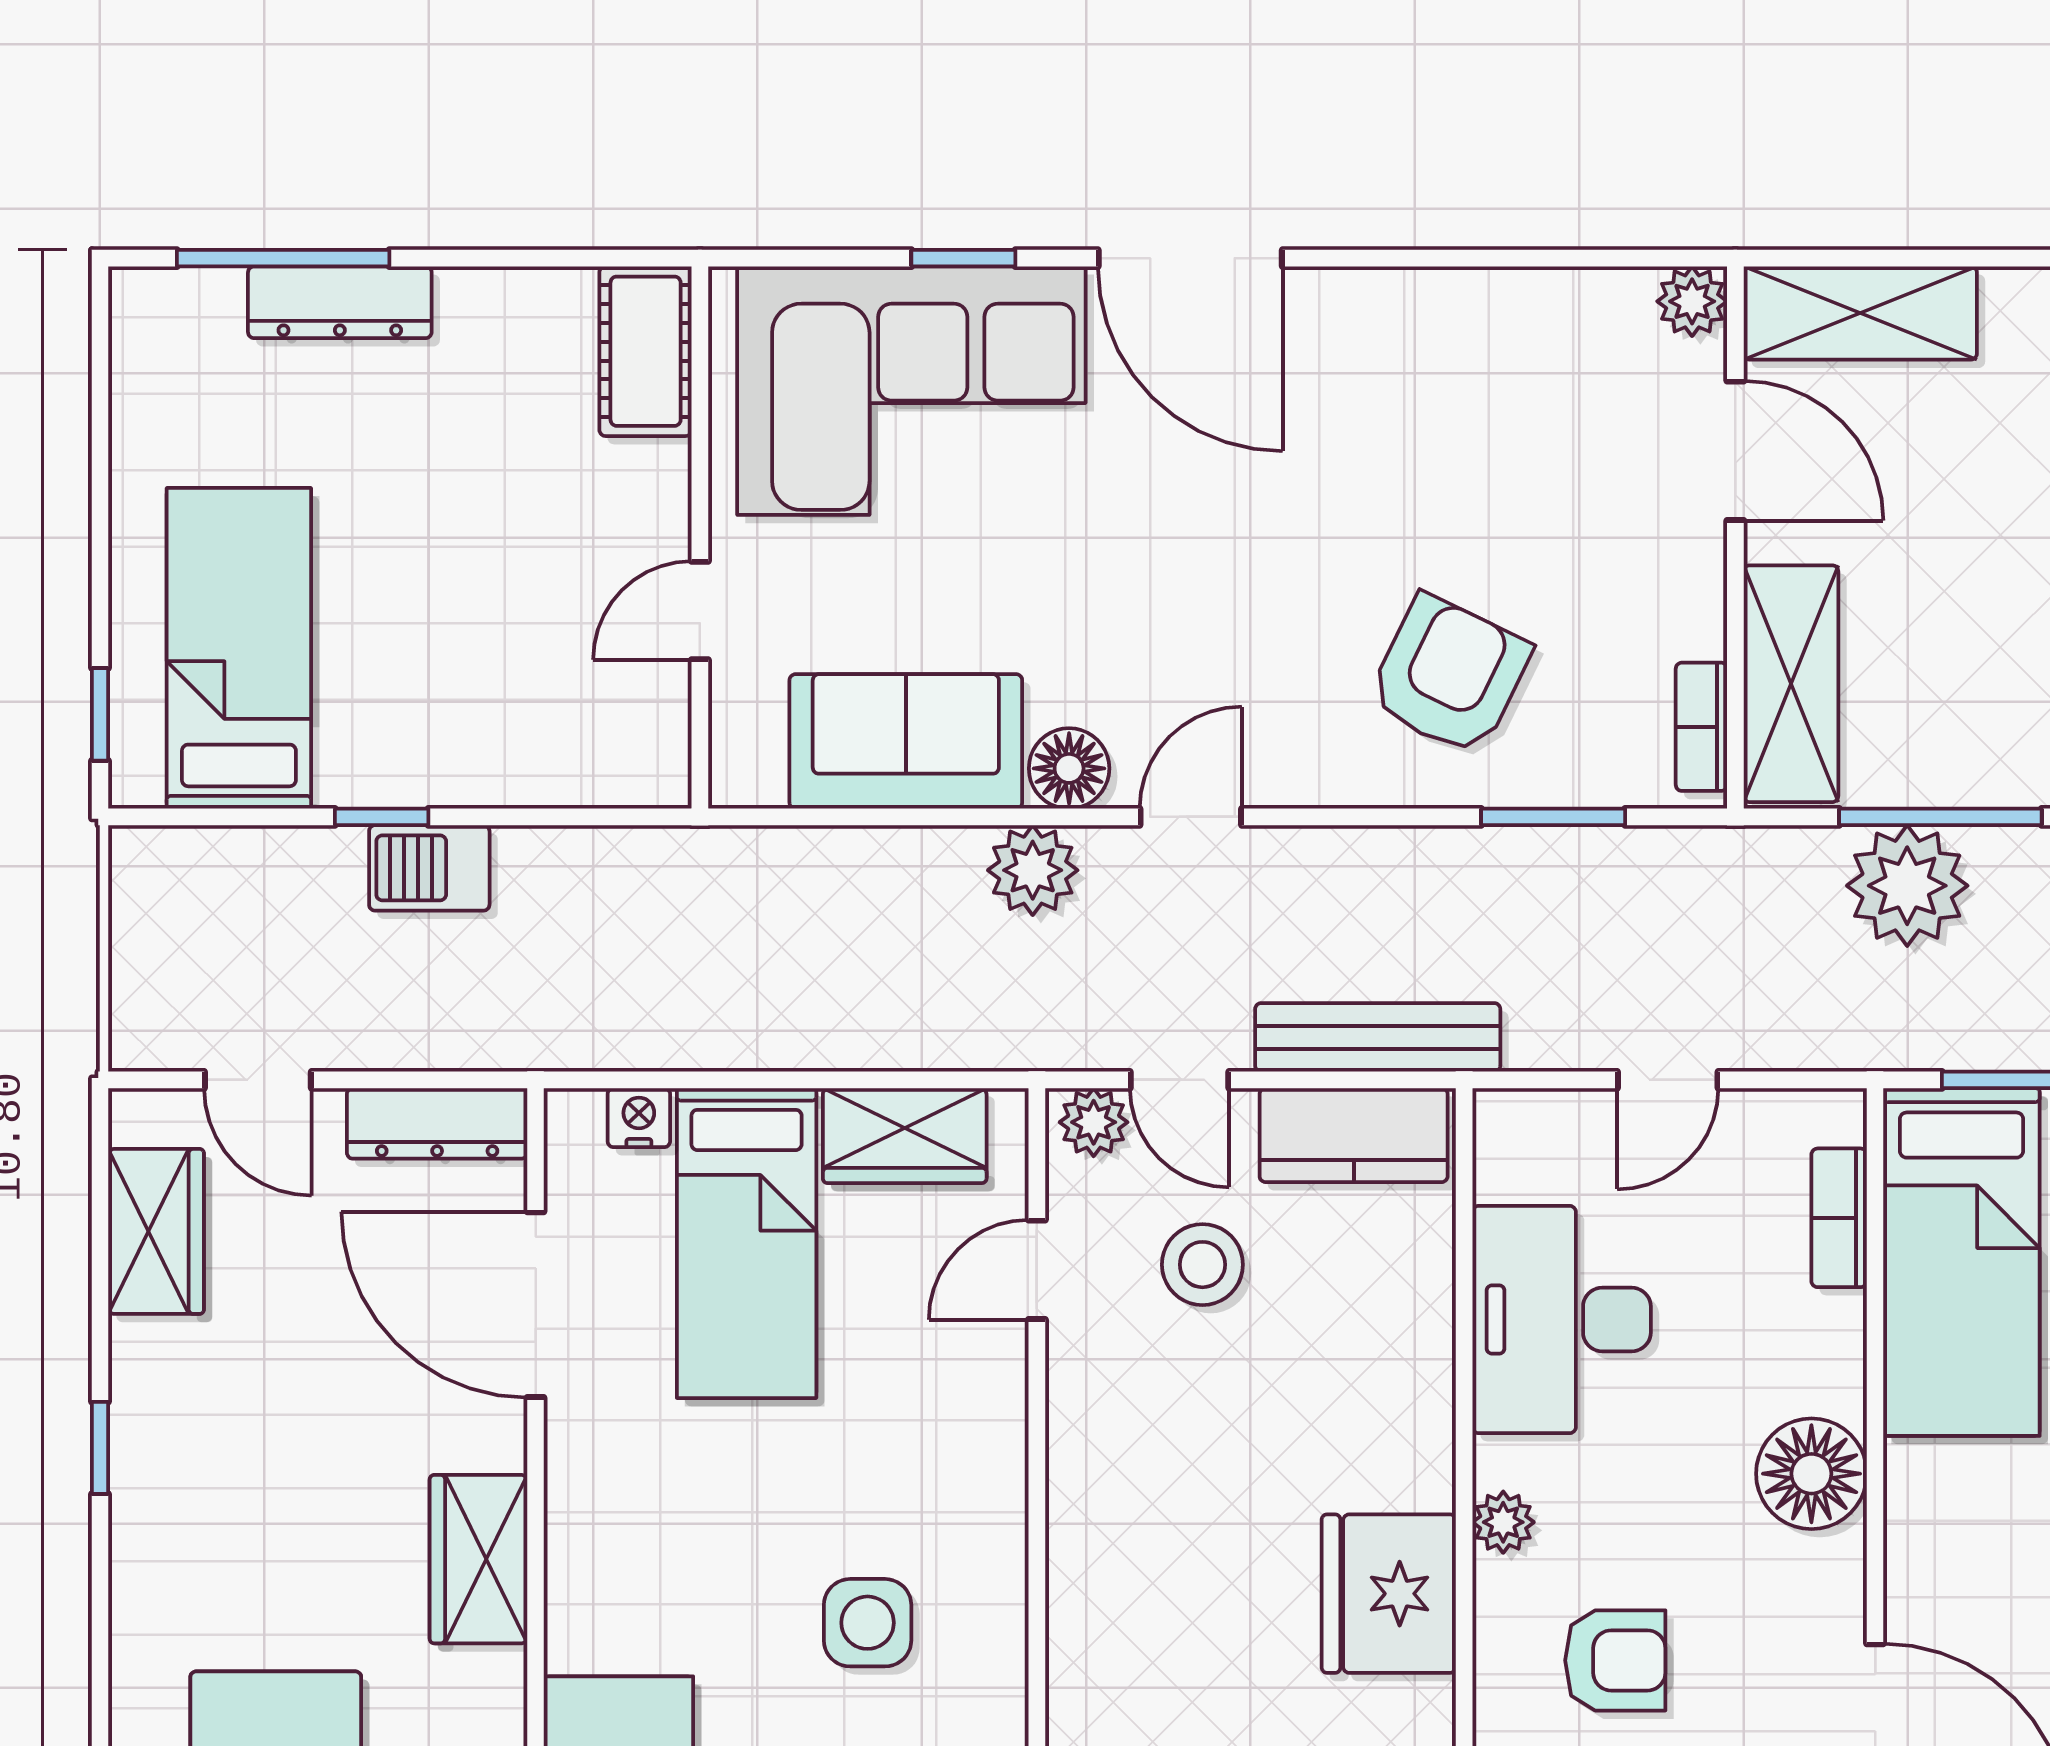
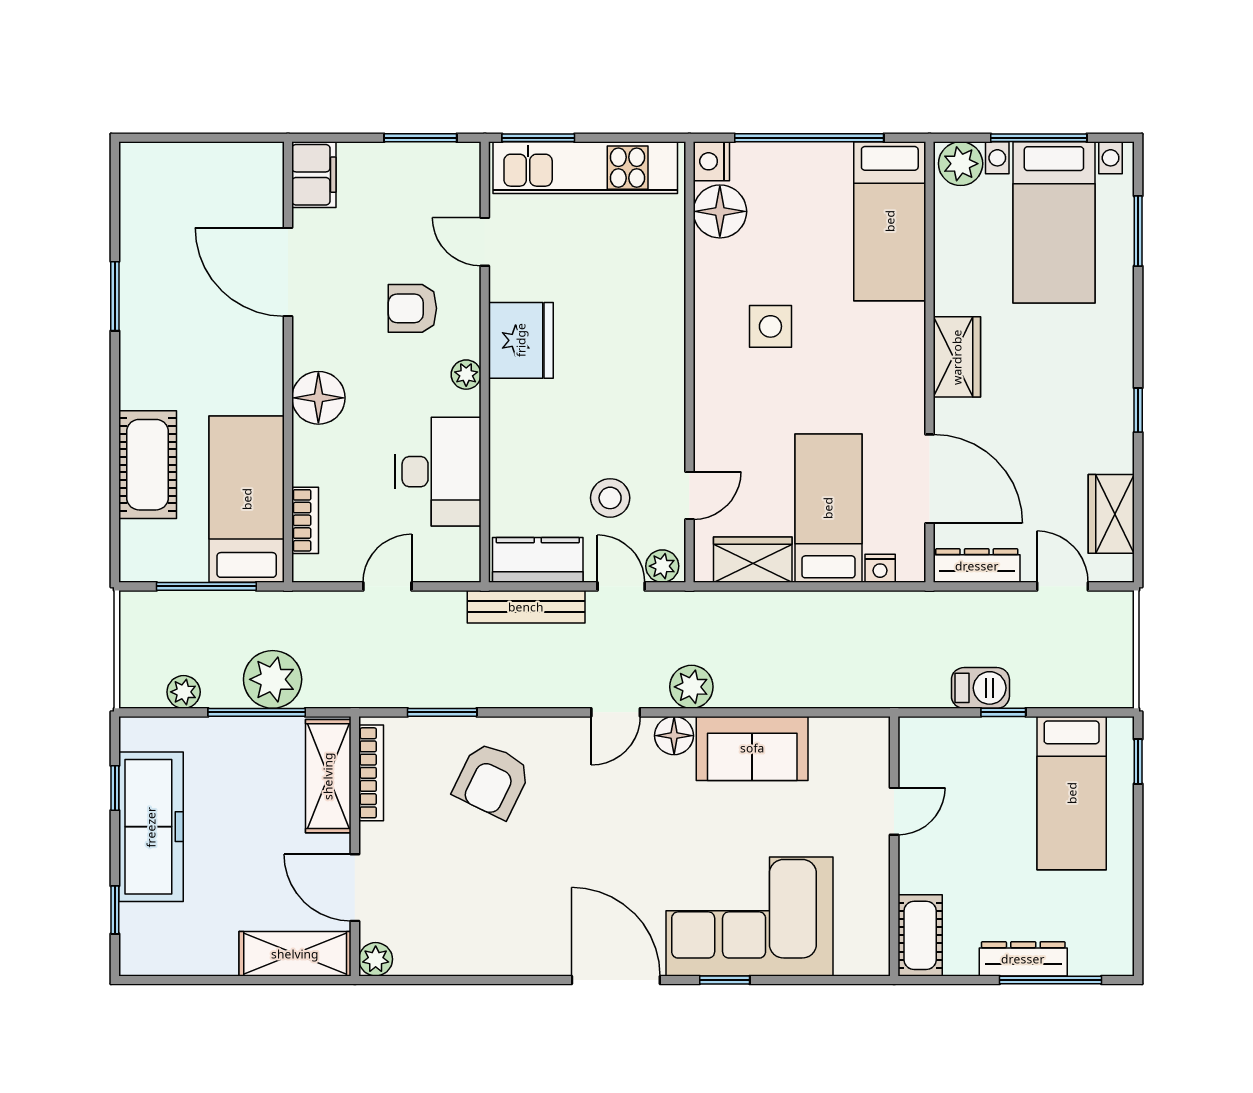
cot: (646, 351) -> (920, 935), moved
wall: (700, 538) -> (894, 846), moved
door: (700, 611) -> (894, 811), moved
bookcase: (1701, 727) -> (371, 773), width x1.56

